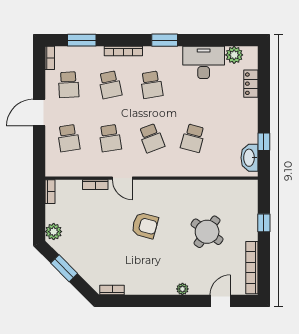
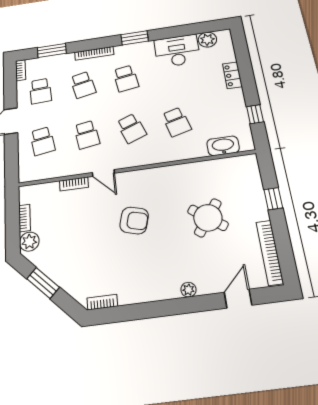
locker: (251, 84) -> (232, 75), moved
school desk: (193, 138) -> (176, 122), turned -30
washbasin: (249, 158) -> (223, 146), moved, turned 90
bookcase: (50, 192) -> (25, 218), moved

